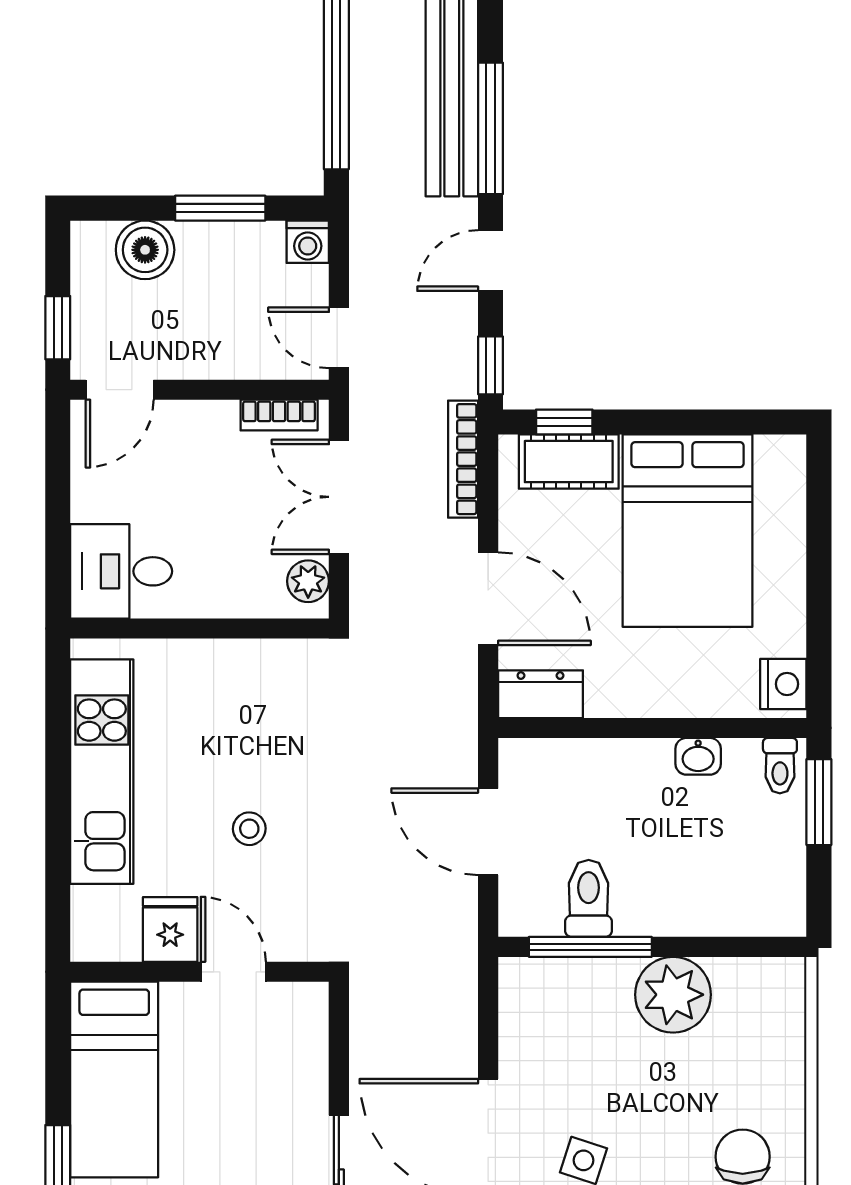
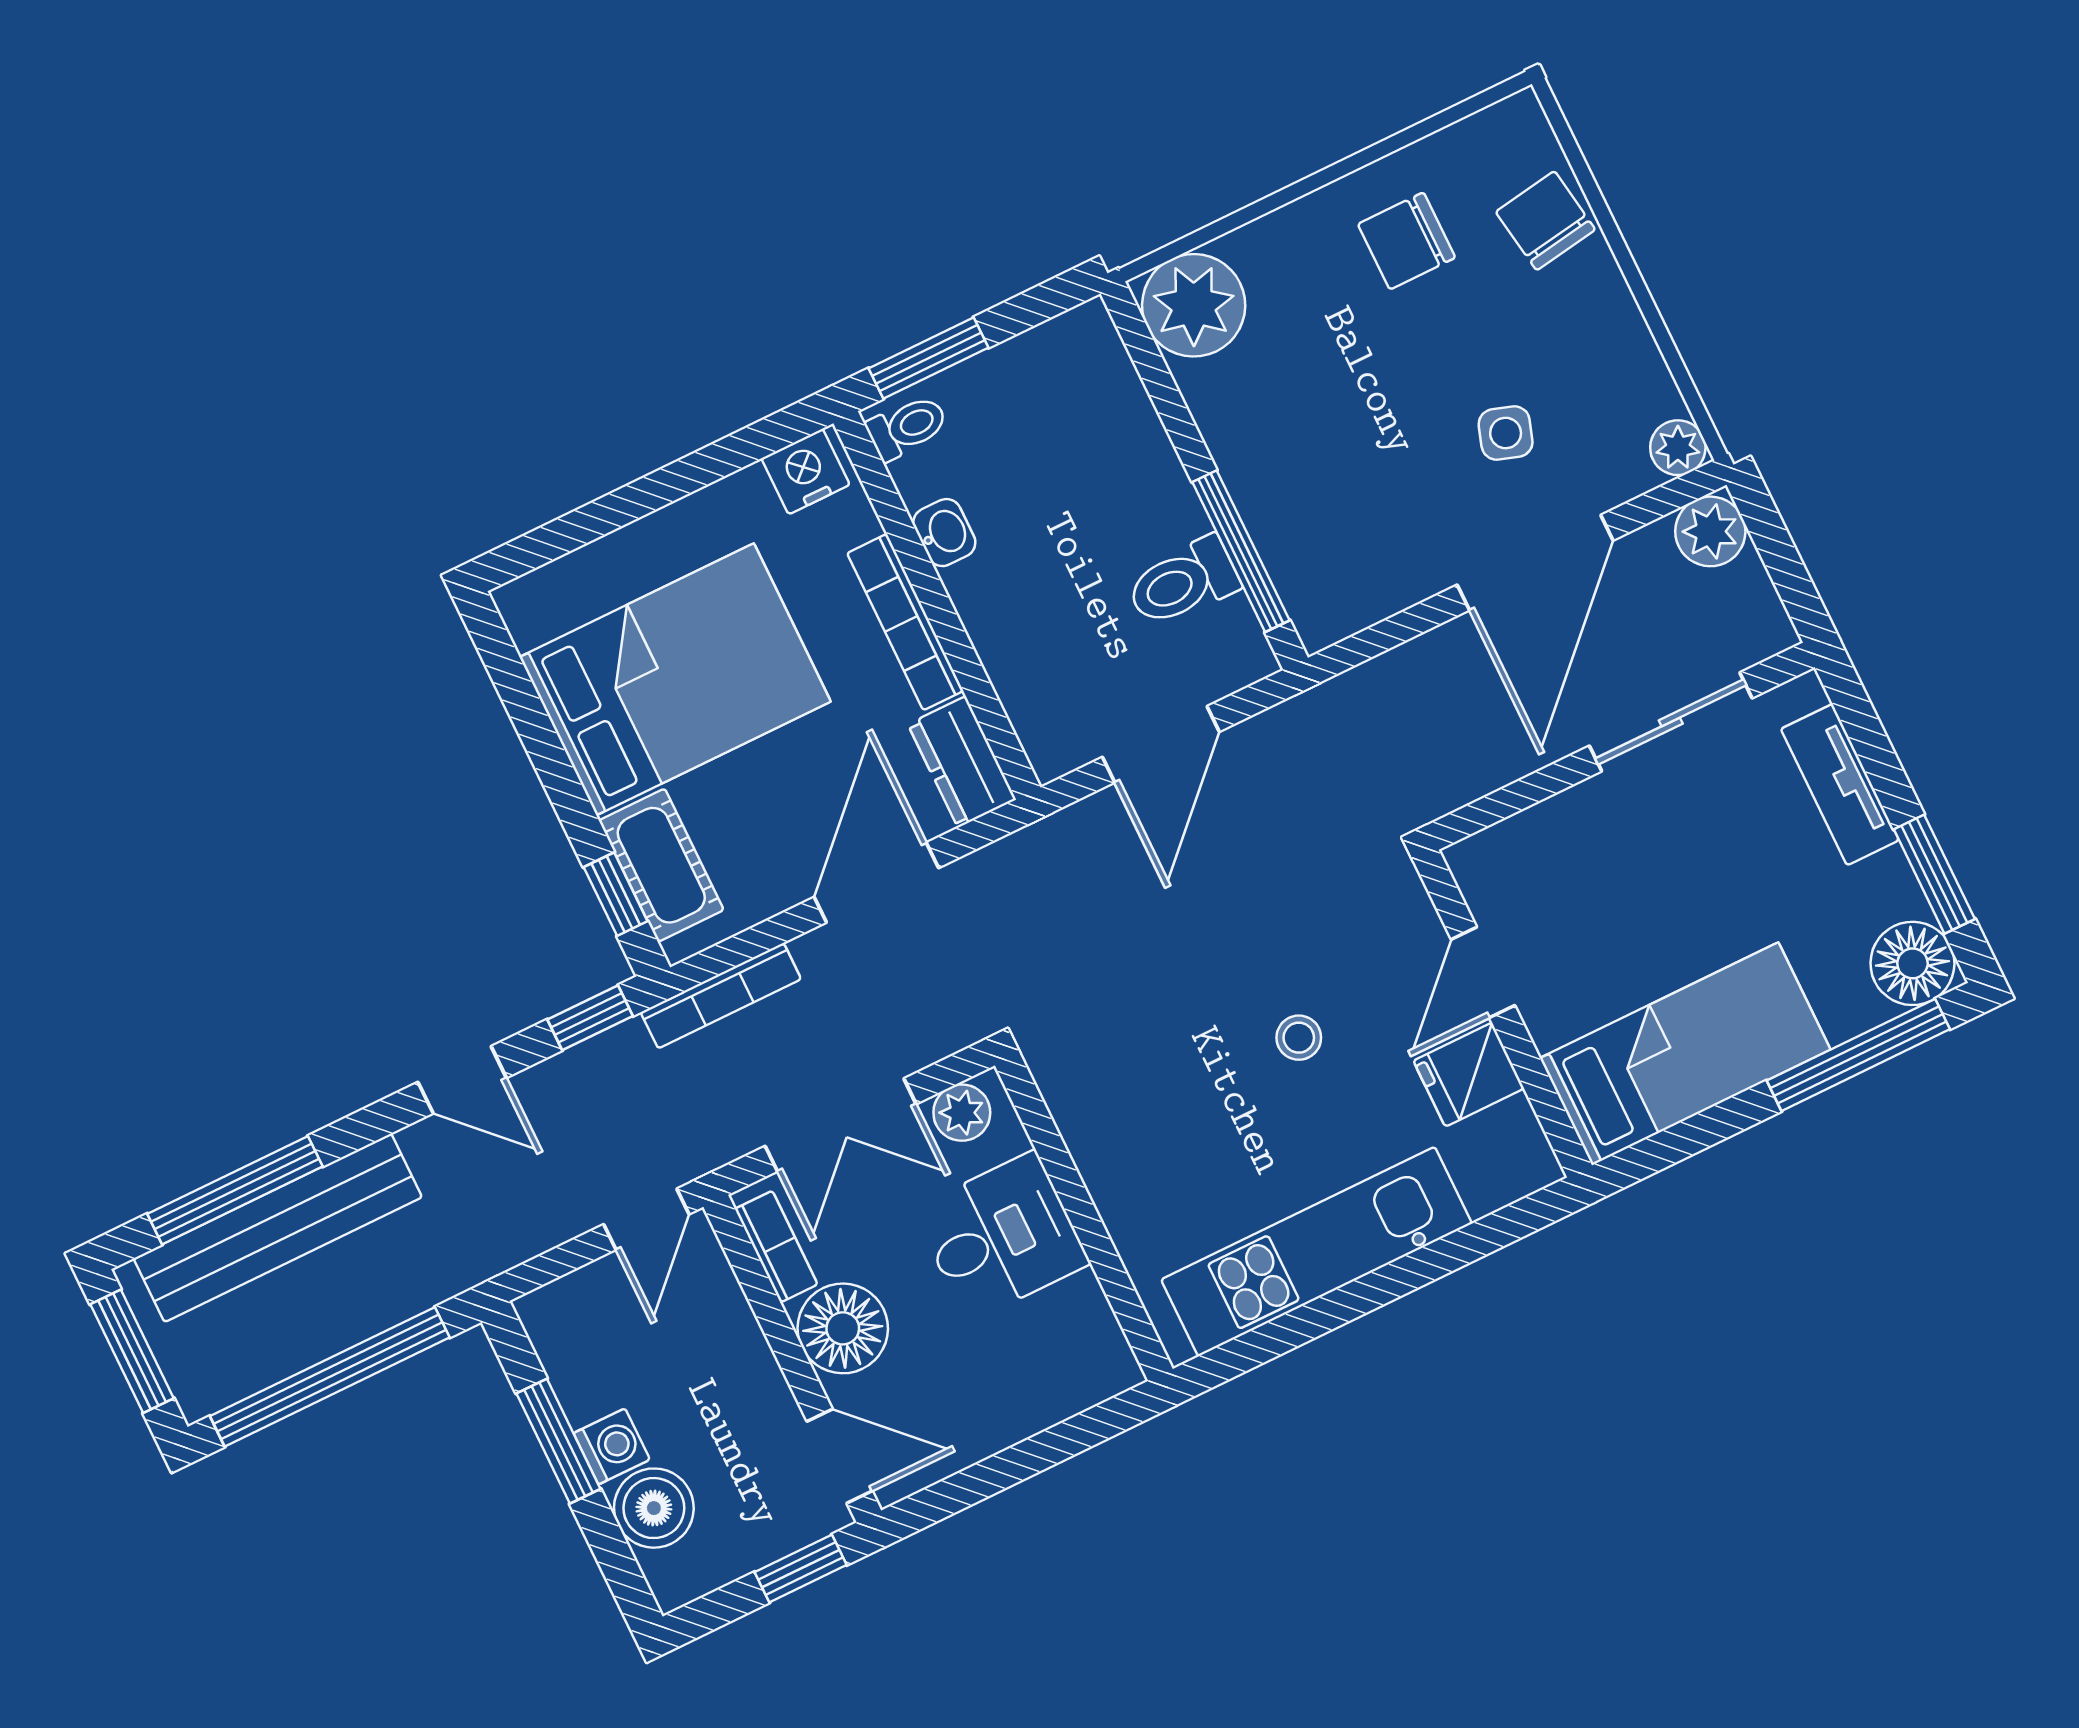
window: (491, 128) -> (235, 1190), moved
washing machine: (308, 242) -> (612, 1446), moved
floor lamp: (203, 433) -> (843, 1328), added
desk: (121, 571) -> (1001, 1236), moved, turned -90
bookcase: (651, 702) -> (905, 622), added
plant: (673, 995) -> (1194, 305), moved

